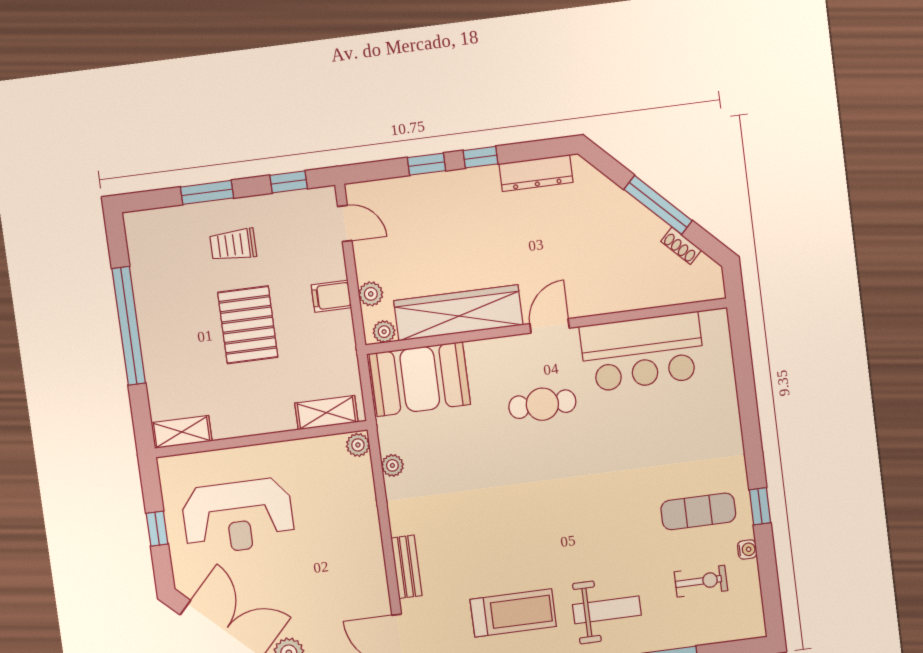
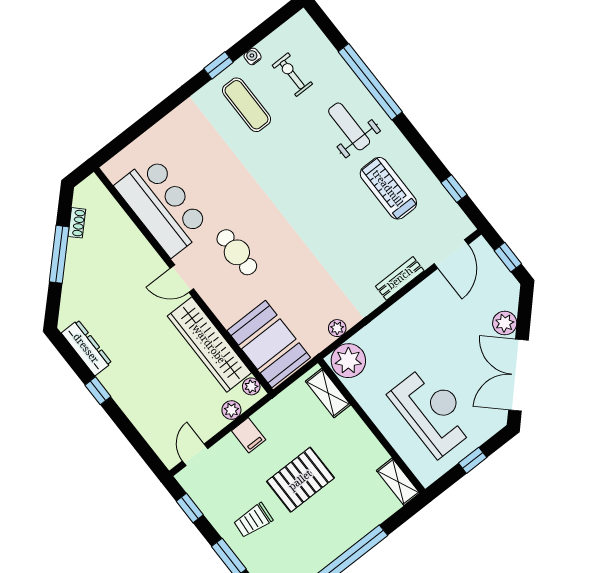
window: (427, 164) -> (124, 424), removed
trolley: (233, 245) -> (253, 520), turned 95
plant: (358, 445) -> (348, 361), width x1.87, depth x1.87

